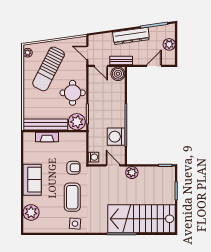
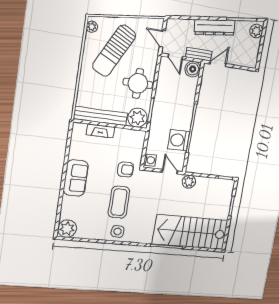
plant: (169, 44) -> (256, 31), moved
door: (154, 66) -> (218, 64), moved
plant: (31, 212) -> (67, 229), moved

